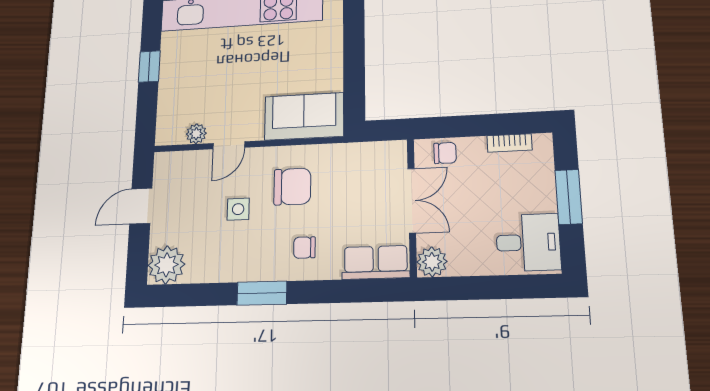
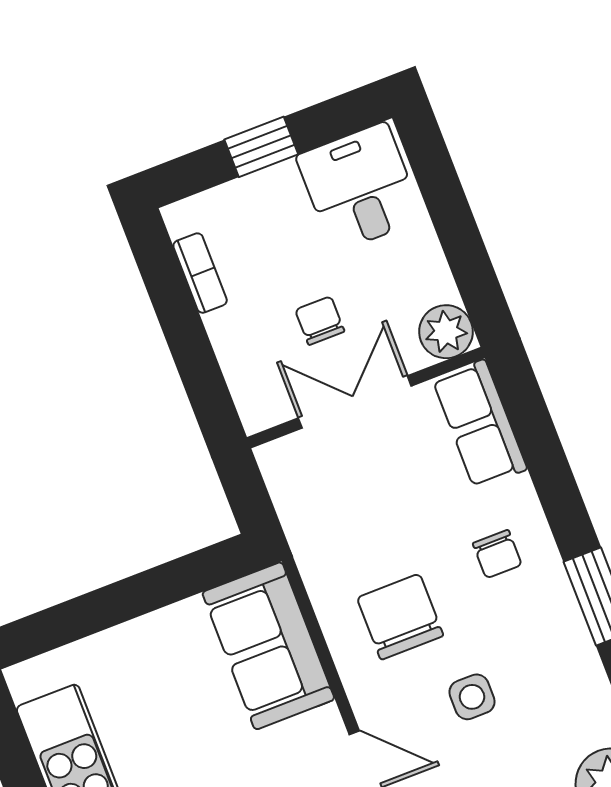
chair: (445, 153) -> (320, 321), moved
window: (569, 197) -> (261, 147), width x0.67

